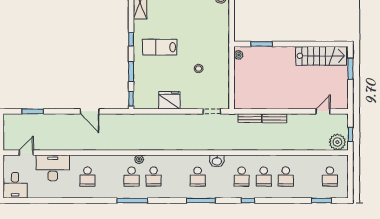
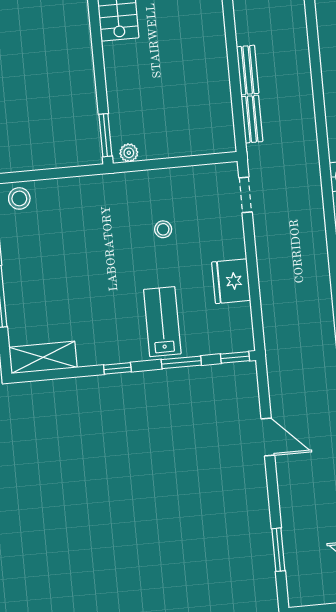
window: (262, 44) -> (105, 135), moved
lab bench: (160, 47) -> (162, 322), moved, turned 180
door: (90, 111) -> (268, 437), hinge flipped

